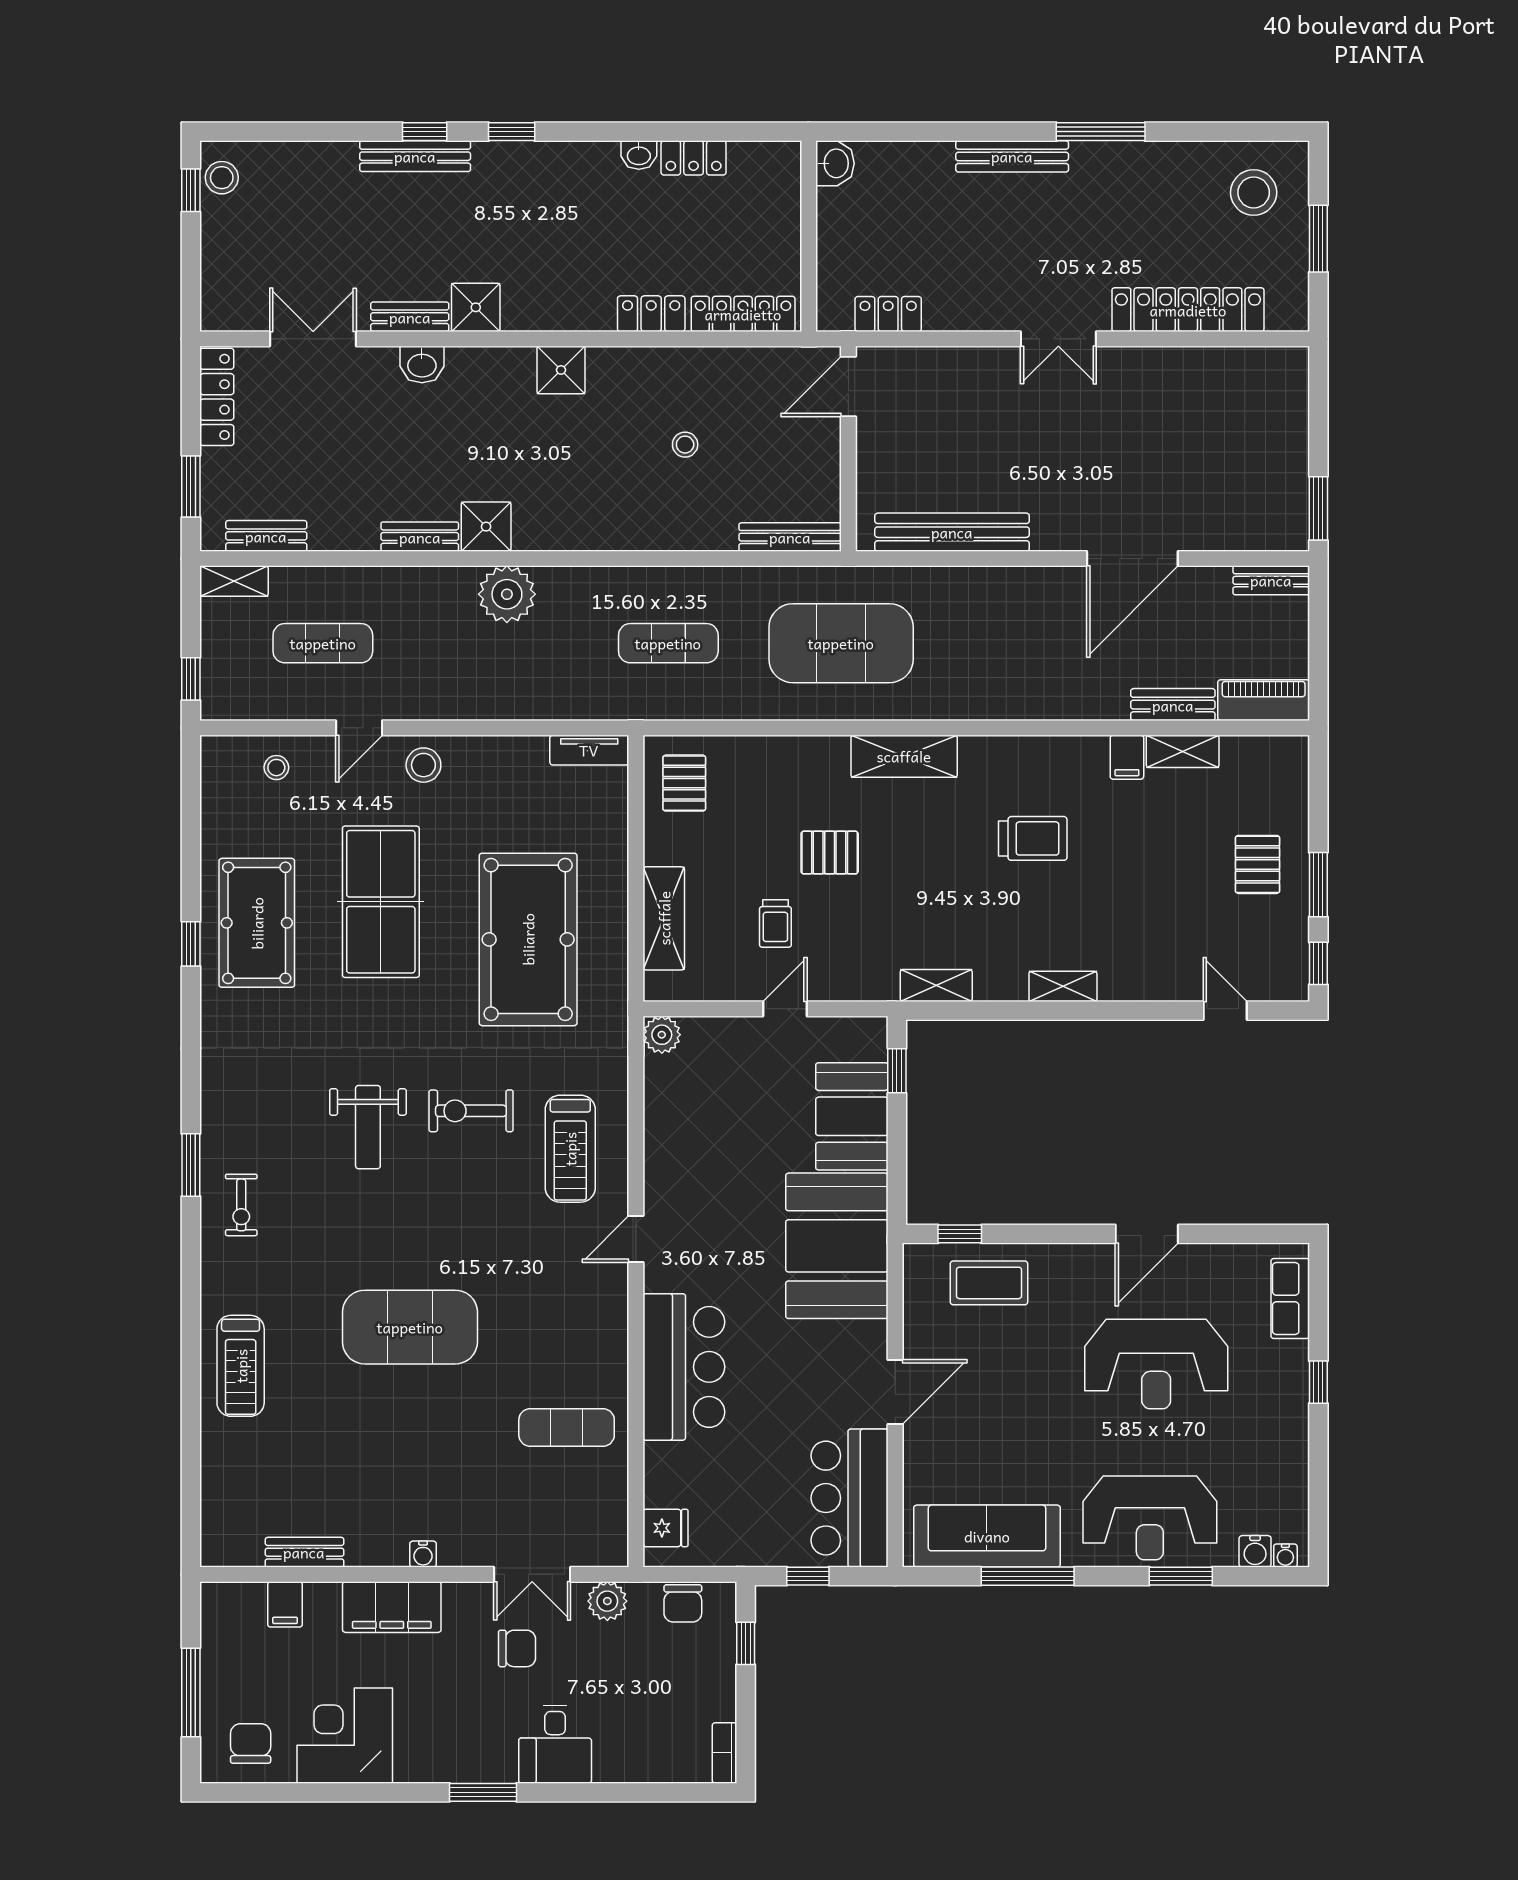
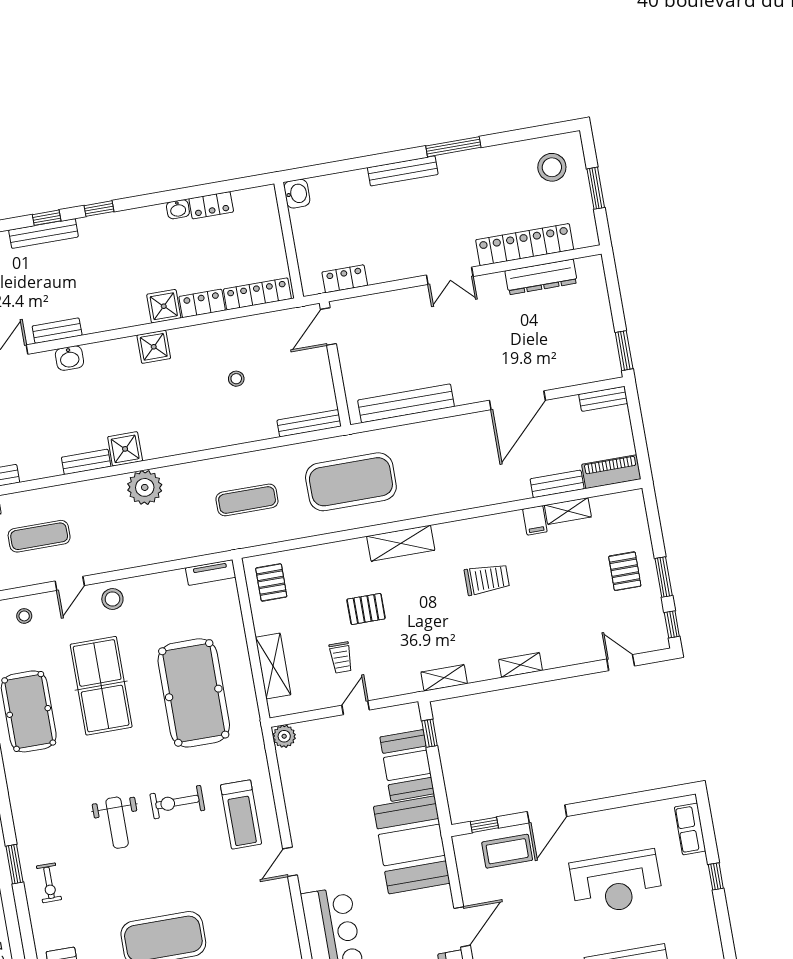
shower: (476, 307) -> (164, 306), moved
dresser: (1205, 366) -> (541, 277), added
door: (1147, 1234) -> (547, 814), moved

